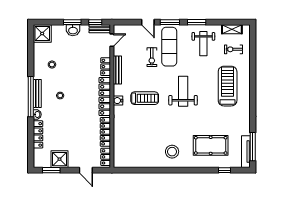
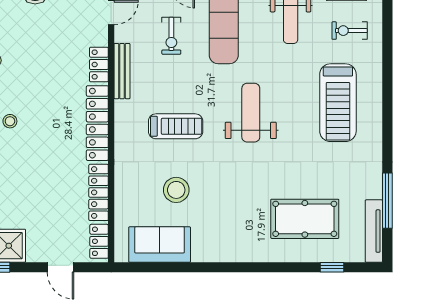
exercise bike: (152, 57) -> (171, 36), moved
treadmill: (228, 86) -> (338, 103), turned 180
water cooler: (118, 101) -> (123, 131), removed
window: (253, 147) -> (387, 201), moved
stool: (172, 152) -> (176, 190), moved
sofa: (136, 159) -> (160, 245), added

